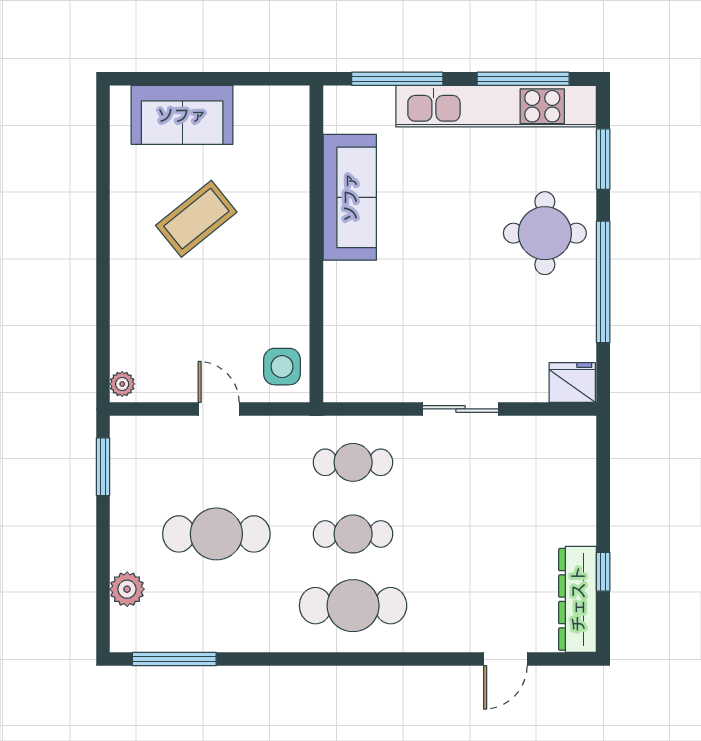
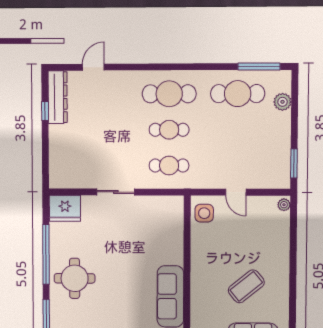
fridge: (572, 382) -> (65, 208), width x1.36, depth x1.34
cafe table: (216, 534) -> (238, 94), moved

